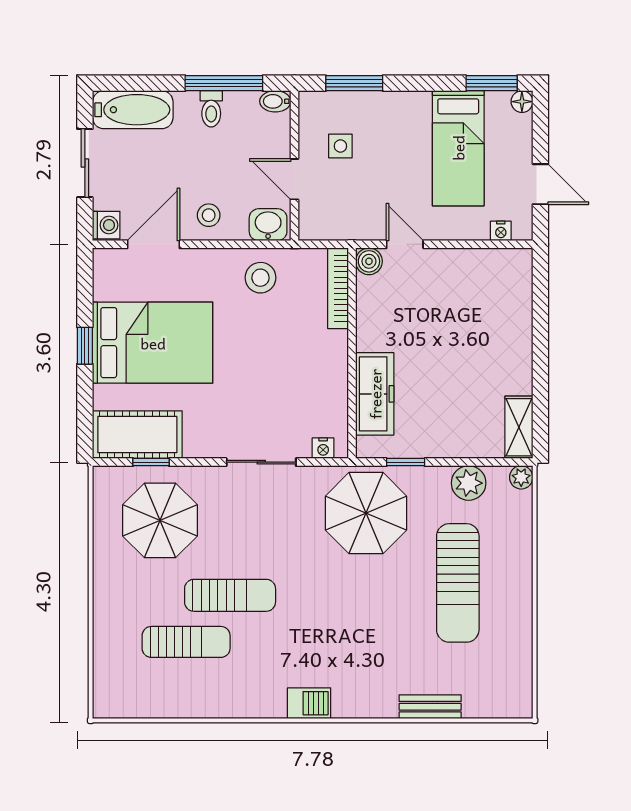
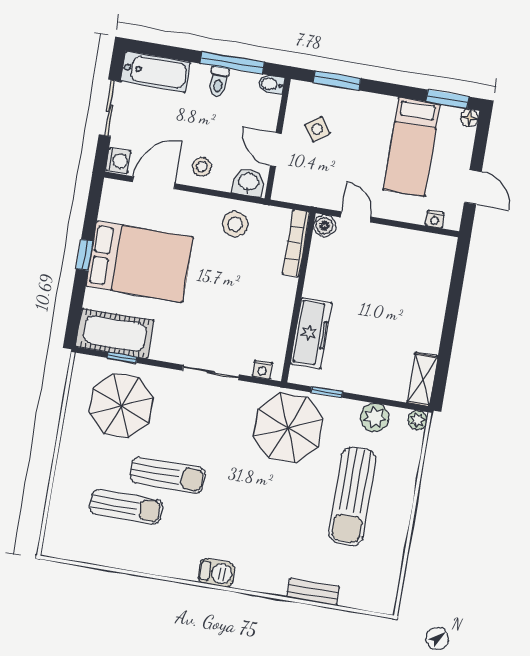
side table: (340, 146) -> (317, 129), turned -37

